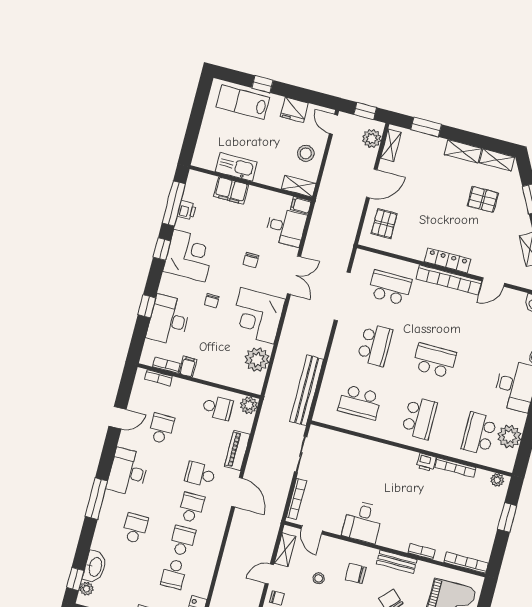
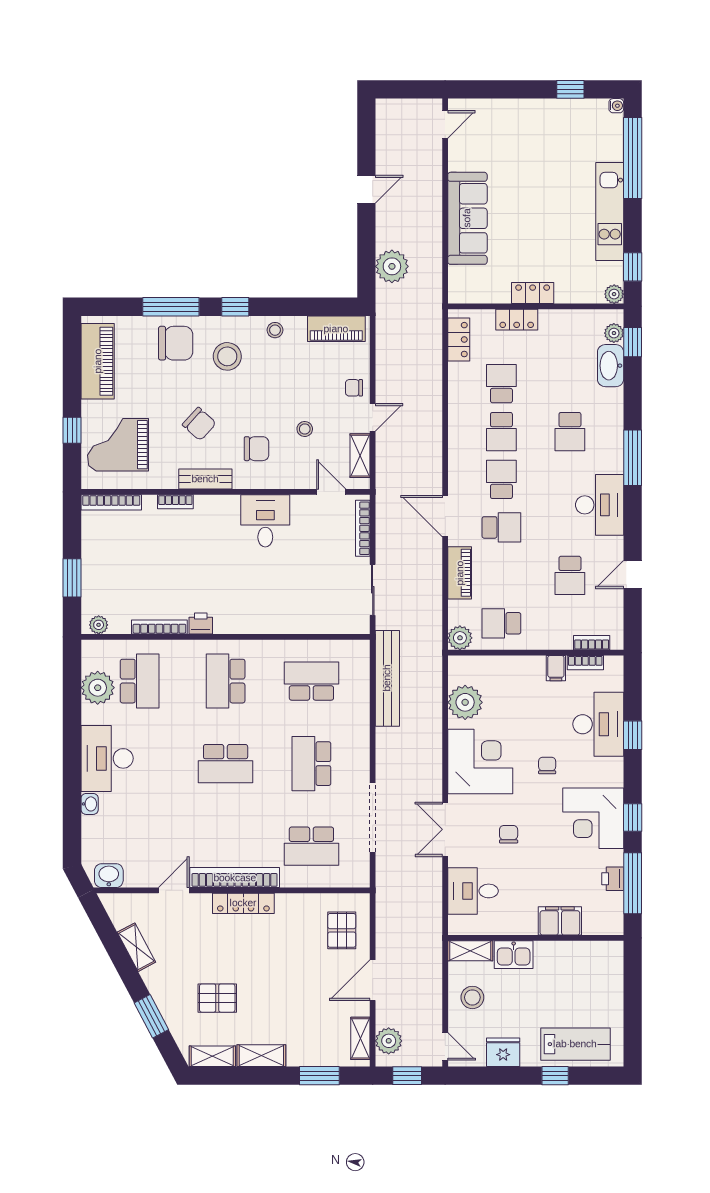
kitchen sink: (236, 167) -> (514, 955), moved, width x0.73
filing cabinet: (301, 205) -> (461, 926), removed
school desk: (191, 507) -> (501, 479), turned 180

